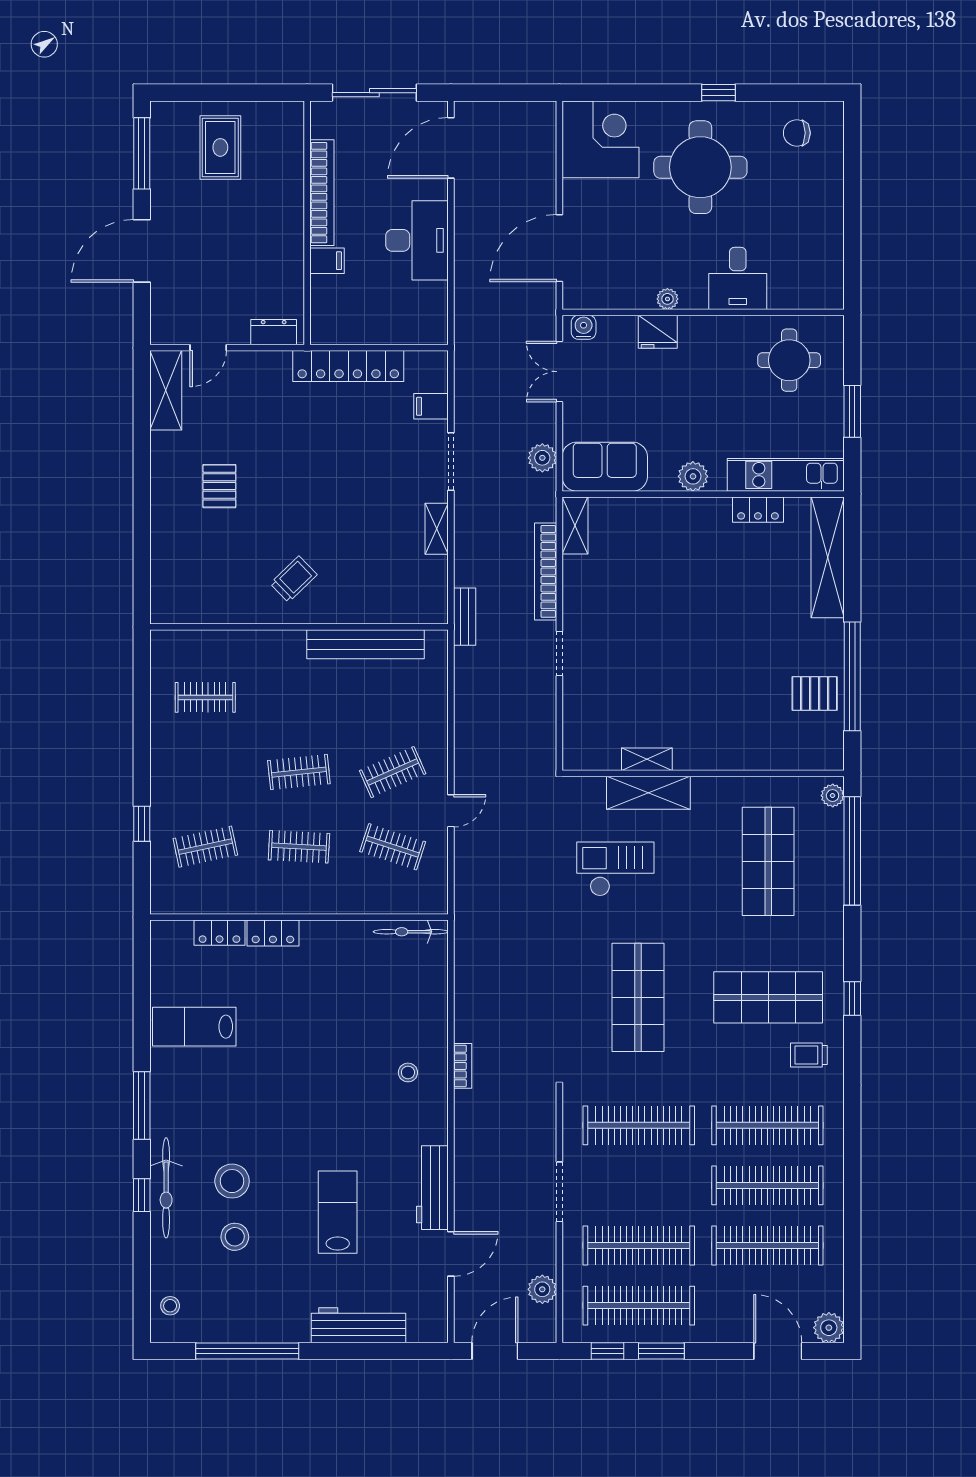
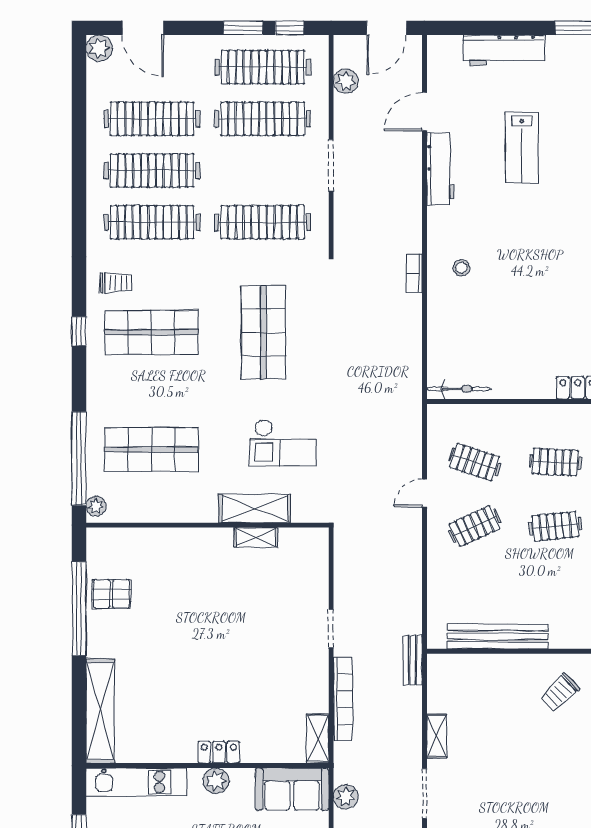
locker: (758, 510) -> (219, 752), moved
shop shelf: (768, 861) -> (151, 450), turned 90

